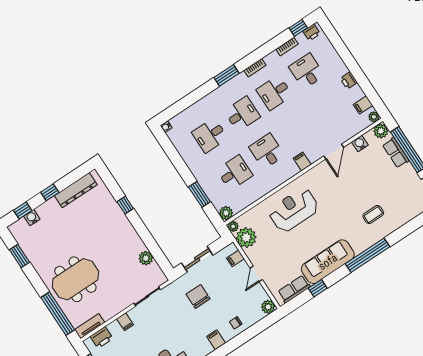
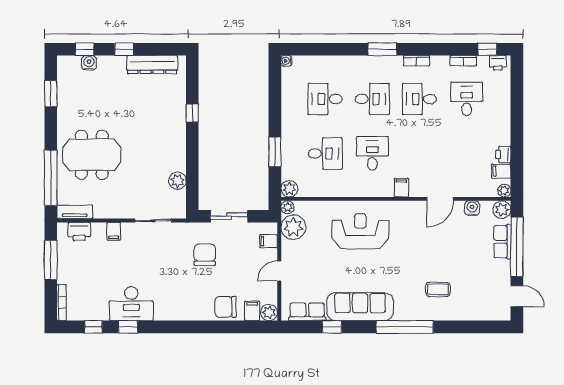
printer: (349, 80) -> (503, 154), moved
chair: (236, 323) -> (225, 307), width x1.87, depth x1.87
filing cabinet: (216, 340) -> (252, 311), moved

